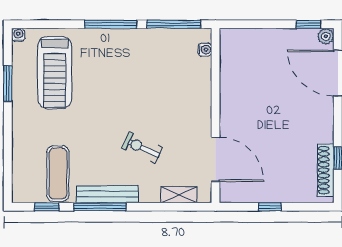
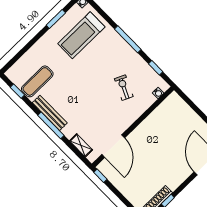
window: (174, 24) -> (156, 68), width x0.46
exercise bike: (142, 148) -> (124, 88), moved
window: (100, 207) -> (51, 125), moved
window: (270, 207) -> (100, 176), moved

